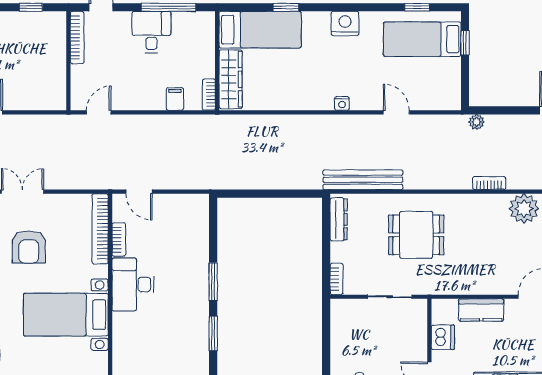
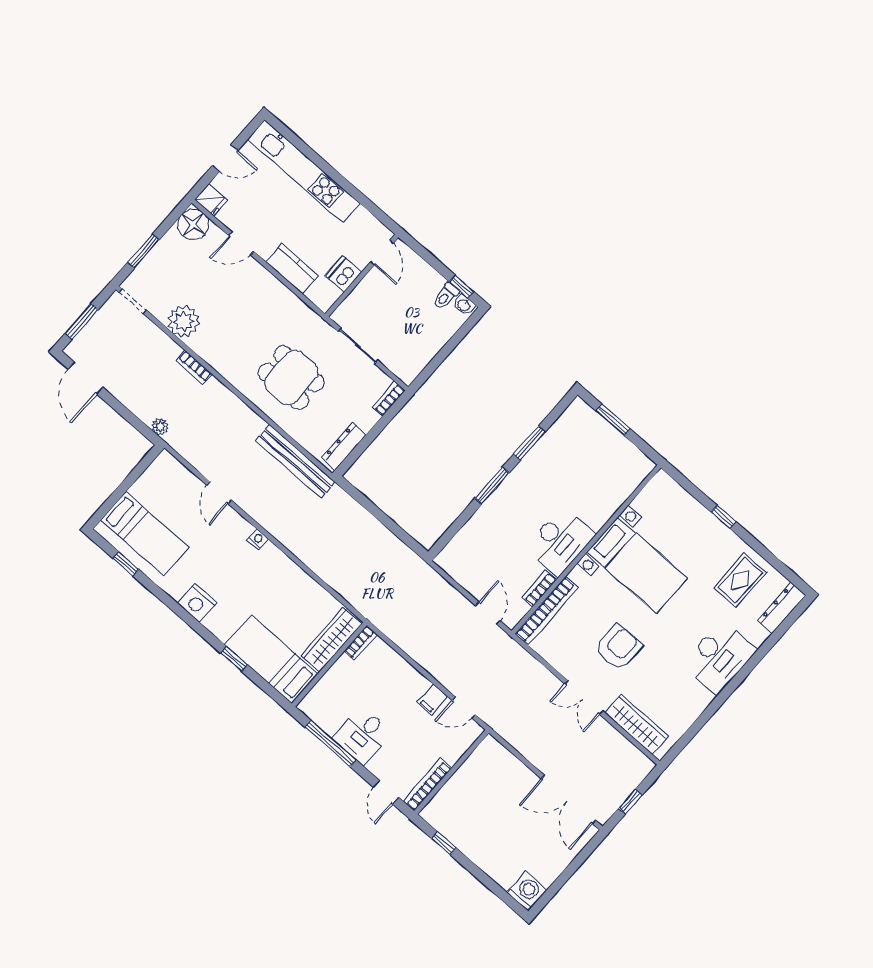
window: (465, 43) -> (112, 500), removed
filing cabinet: (175, 99) -> (432, 700), moved

